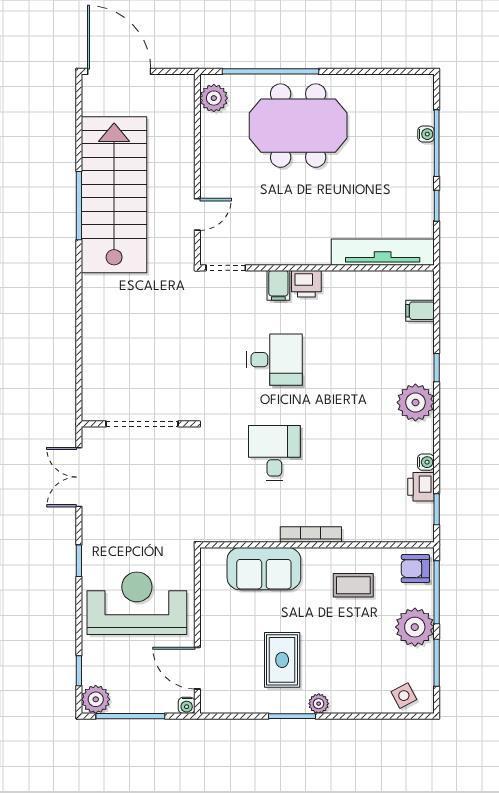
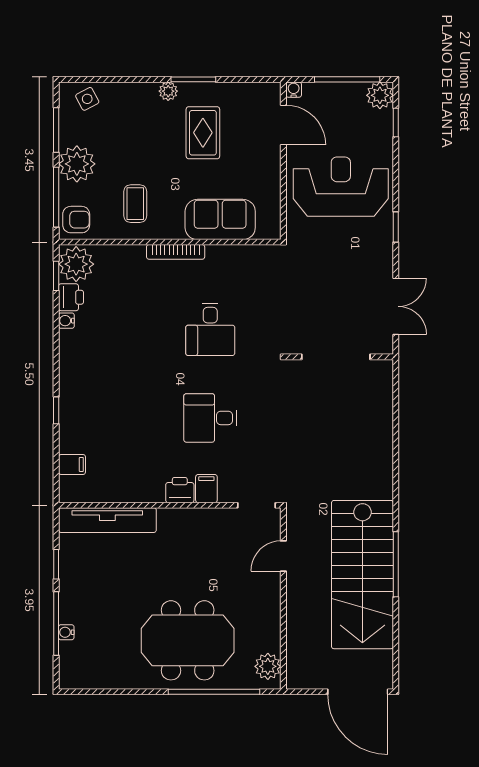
plant: (415, 402) -> (76, 264), moved
coffee table: (353, 585) -> (135, 204), turned 90
reception desk: (137, 603) -> (341, 187), turned 180

